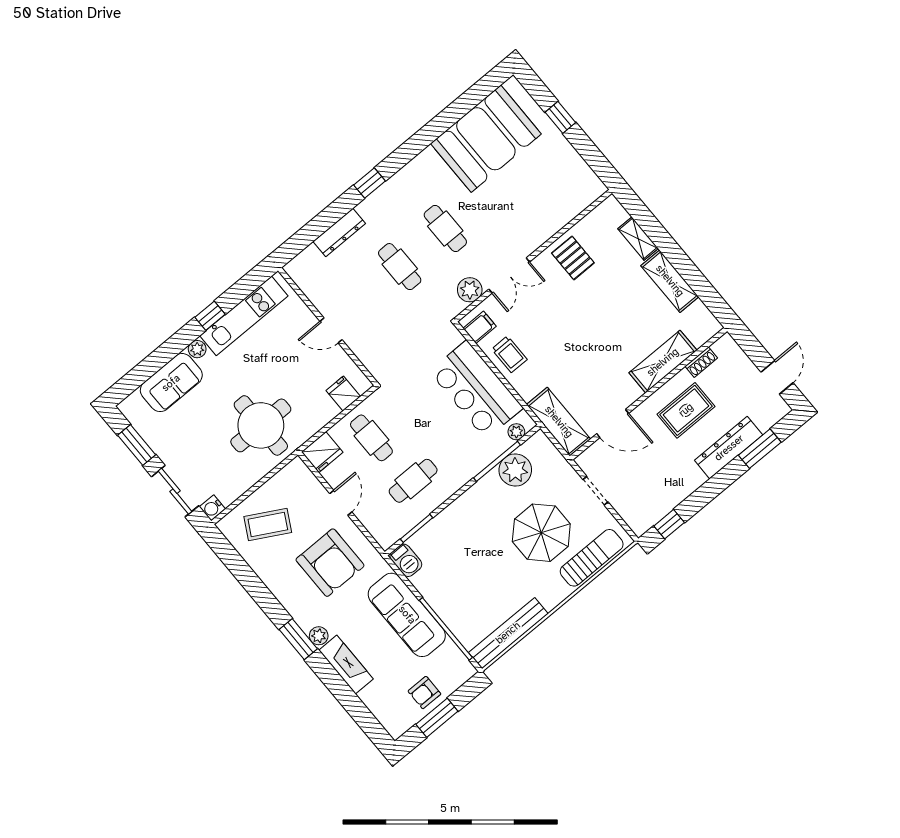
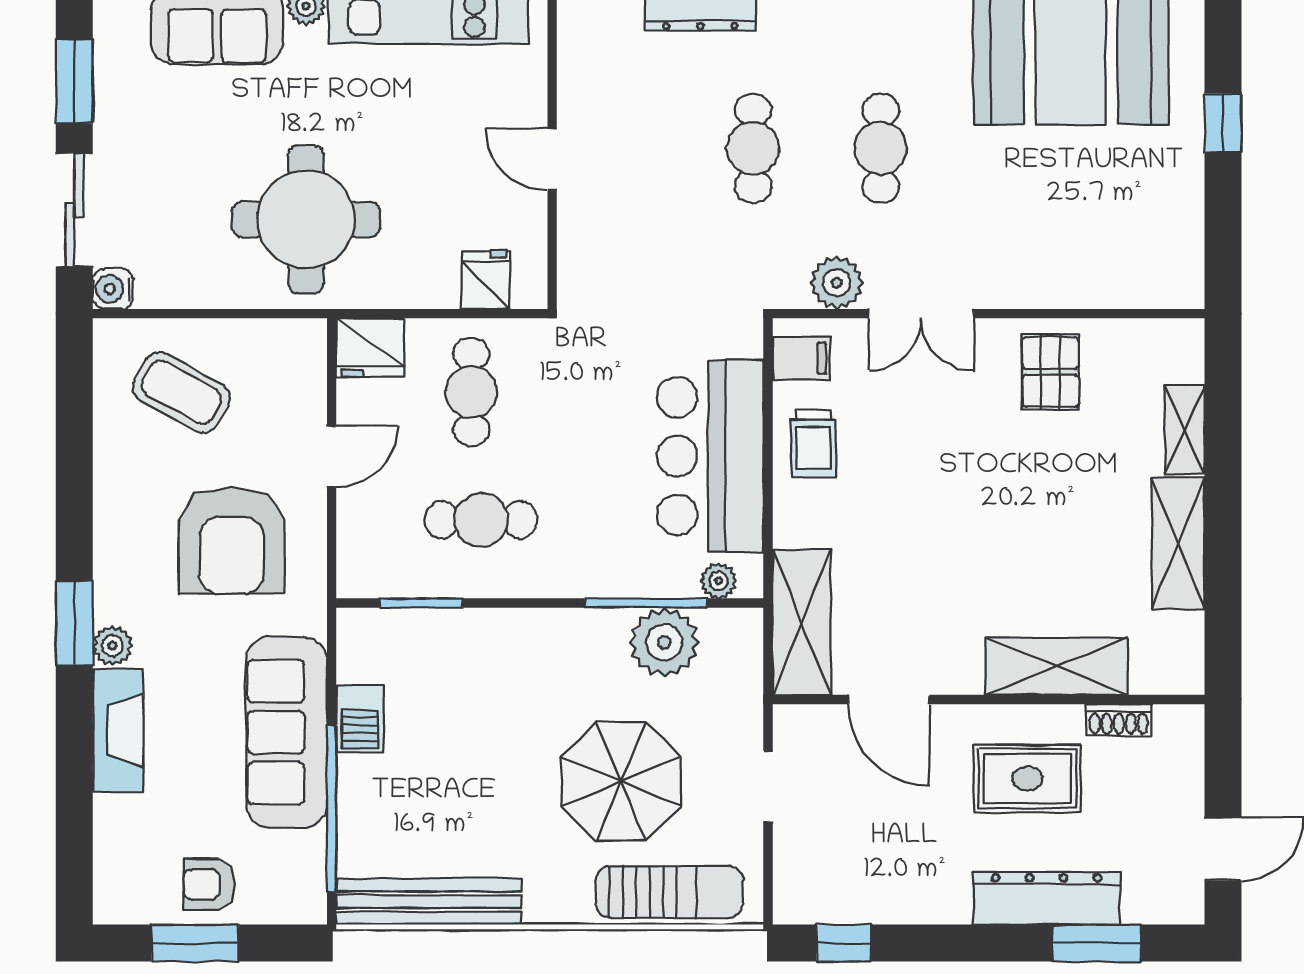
barbecue: (406, 560) -> (360, 719), moved

